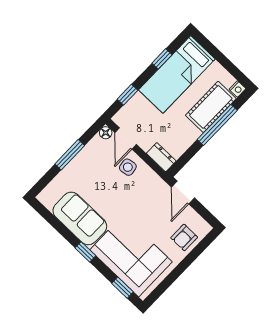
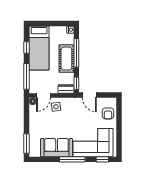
window: (128, 95) -> (27, 76), width x2.17
cot: (211, 107) -> (66, 59), moved
door: (126, 139) -> (43, 96), hinge flipped
window: (70, 155) -> (27, 144), moved
window: (181, 163) -> (76, 83), added
window: (85, 252) -> (72, 159), width x2.17

